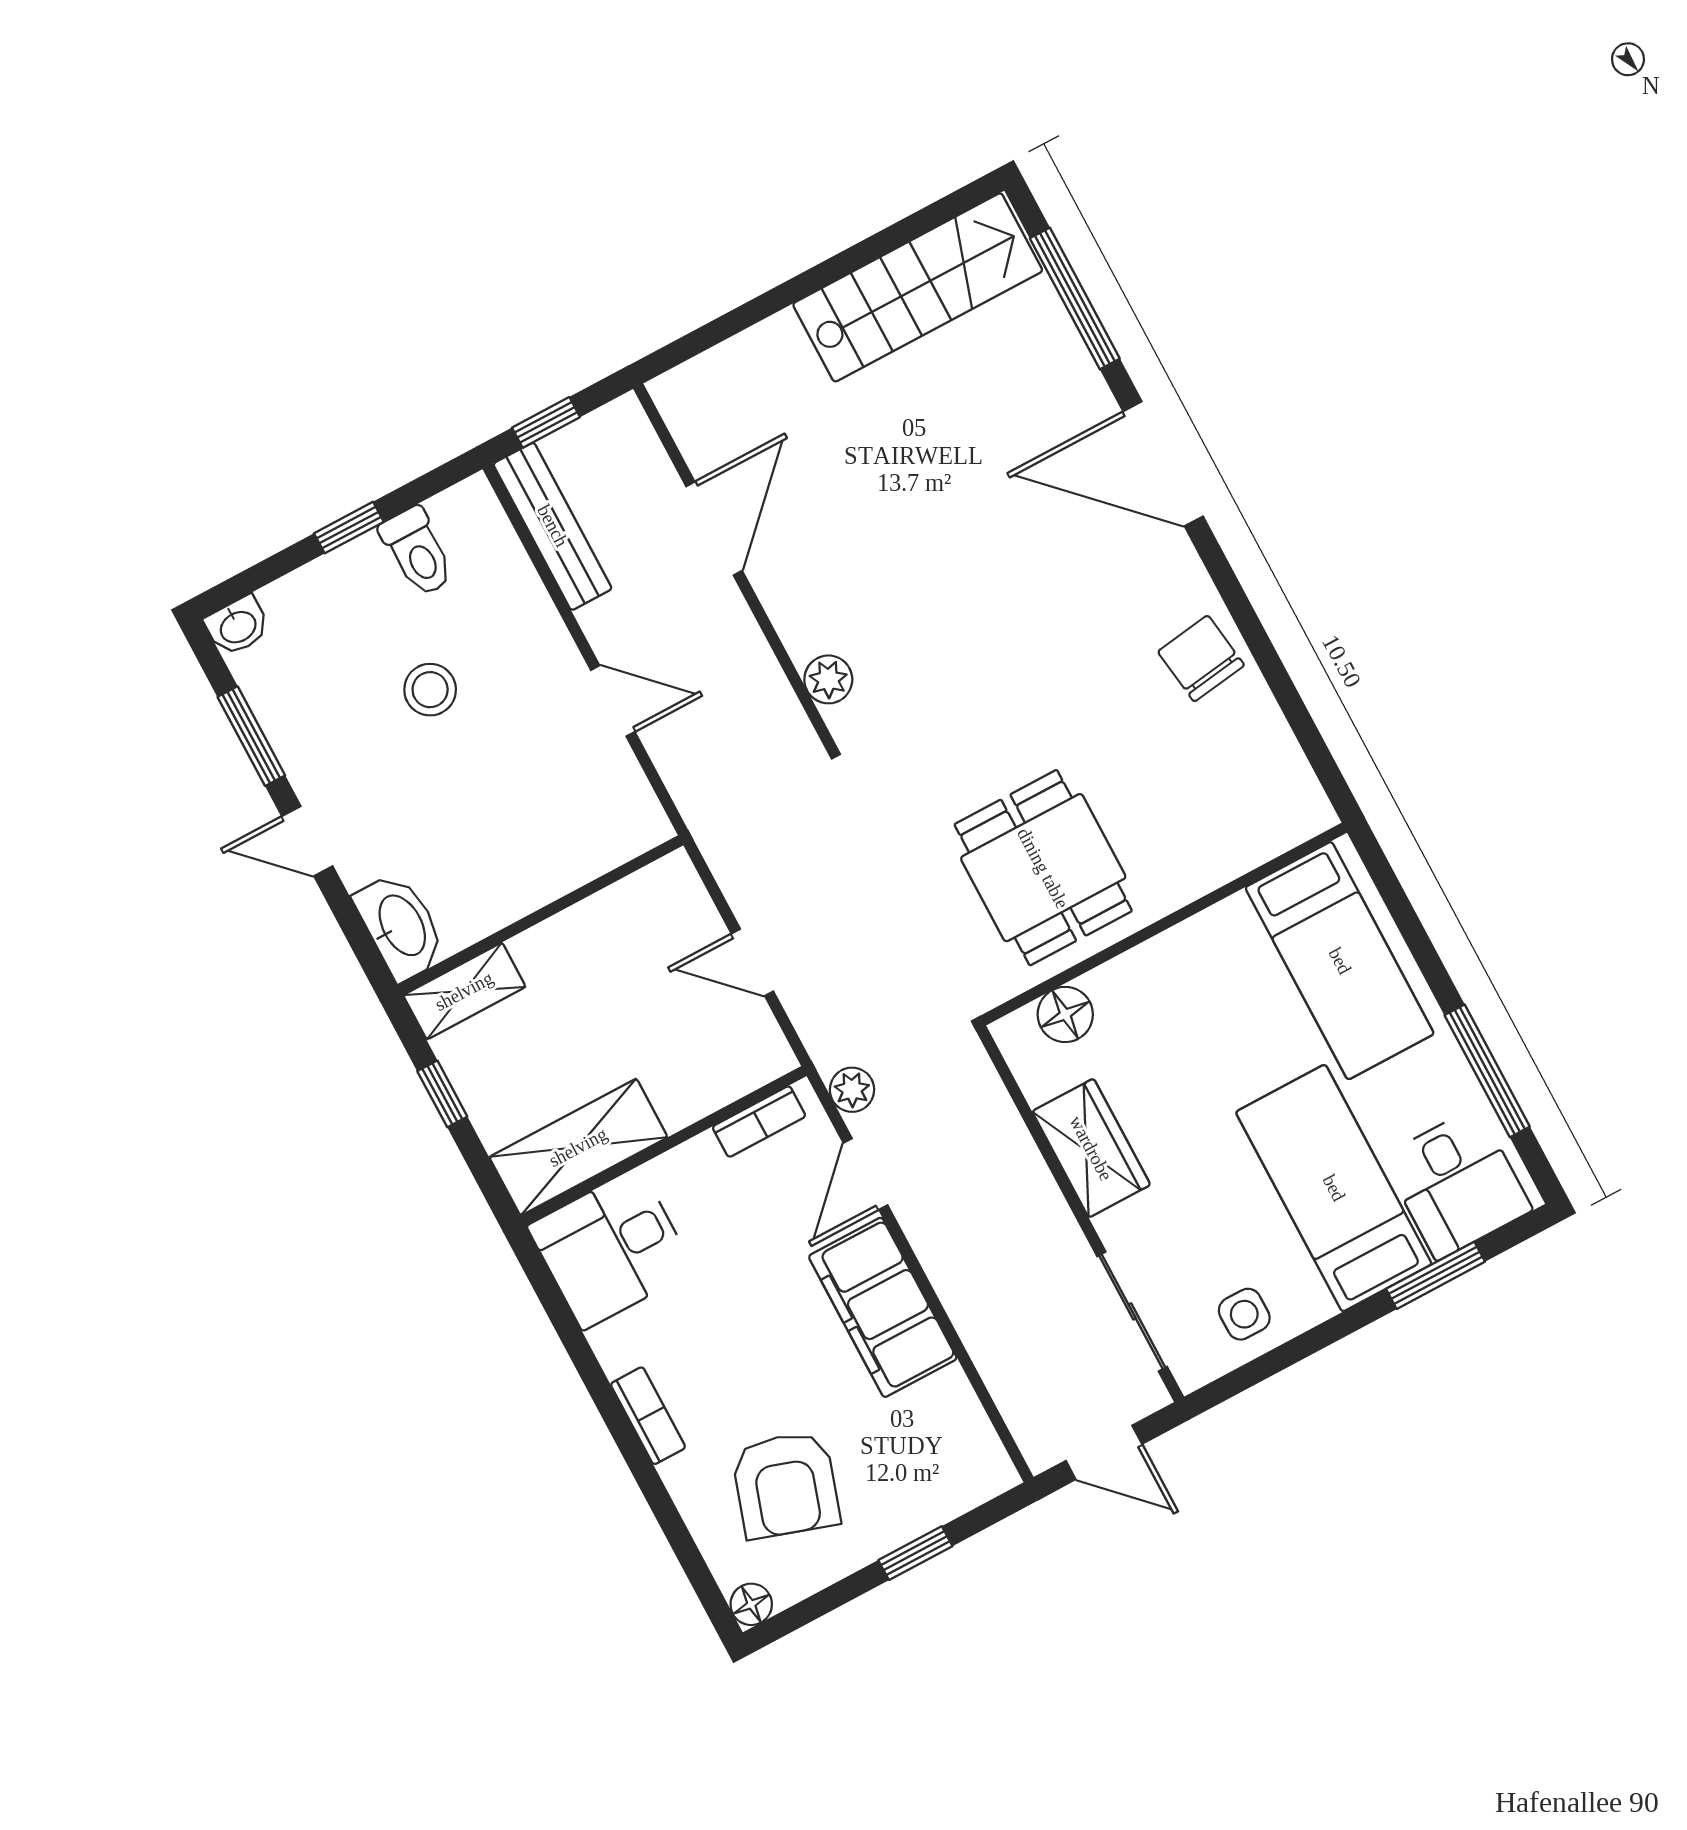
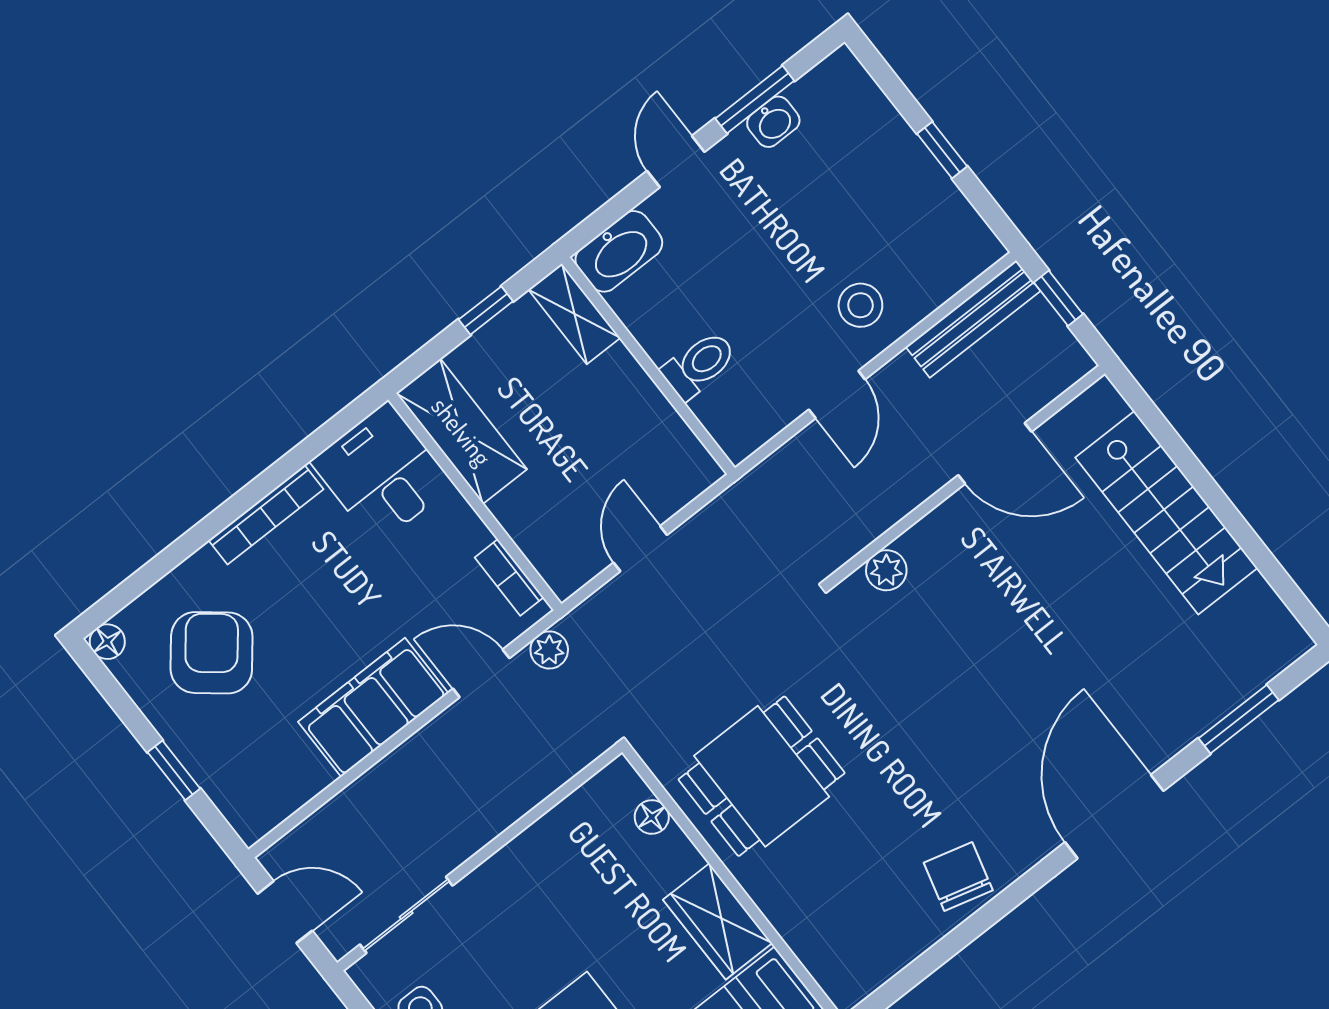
stairs: (918, 287) -> (1166, 513), moved
window: (1075, 298) -> (1239, 719), width x0.69
toilet: (417, 552) -> (699, 365), moved, turned 180
washbasin: (237, 626) -> (773, 122), moved, turned -90
chair: (1201, 658) -> (958, 877), turned -67
stool: (430, 690) -> (860, 305), moved
floor lamp: (1065, 1014) -> (652, 817), width x0.73, depth x0.73
wardrobe: (1091, 1148) -> (718, 921), moved, turned 90
bookcase: (648, 1416) -> (266, 515), width x1.56
door: (1104, 1452) -> (285, 912), swing flipped
armchair: (786, 1485) -> (212, 653), turned 111

